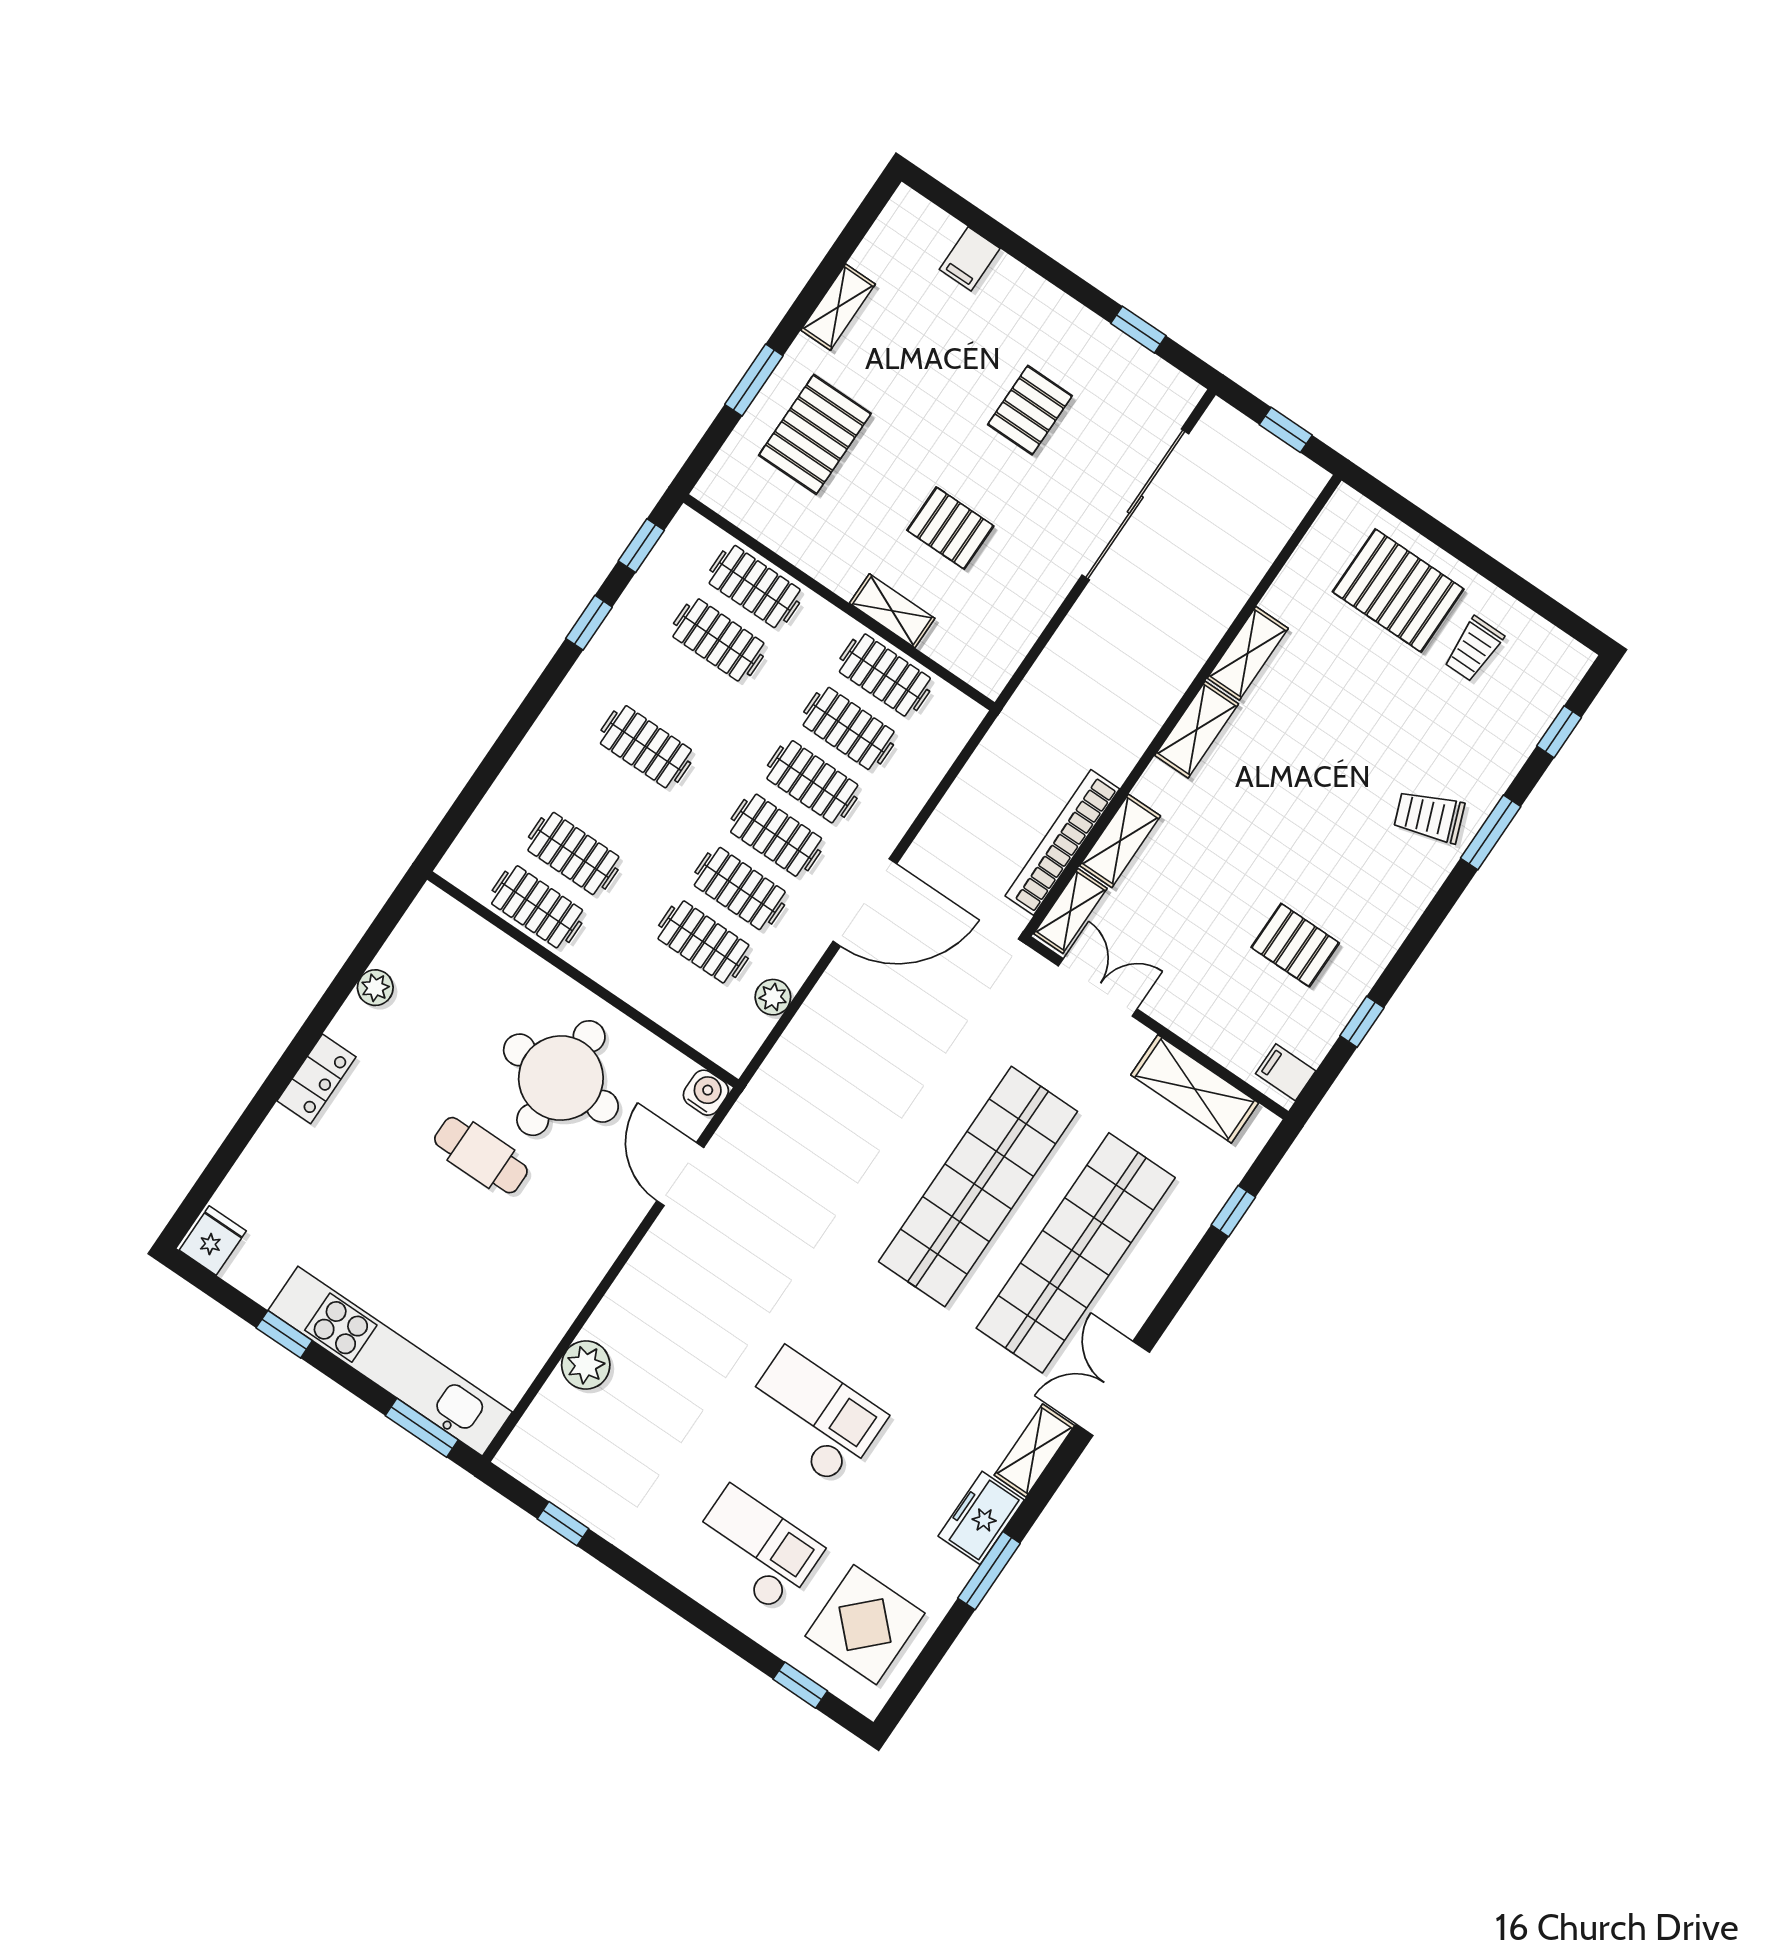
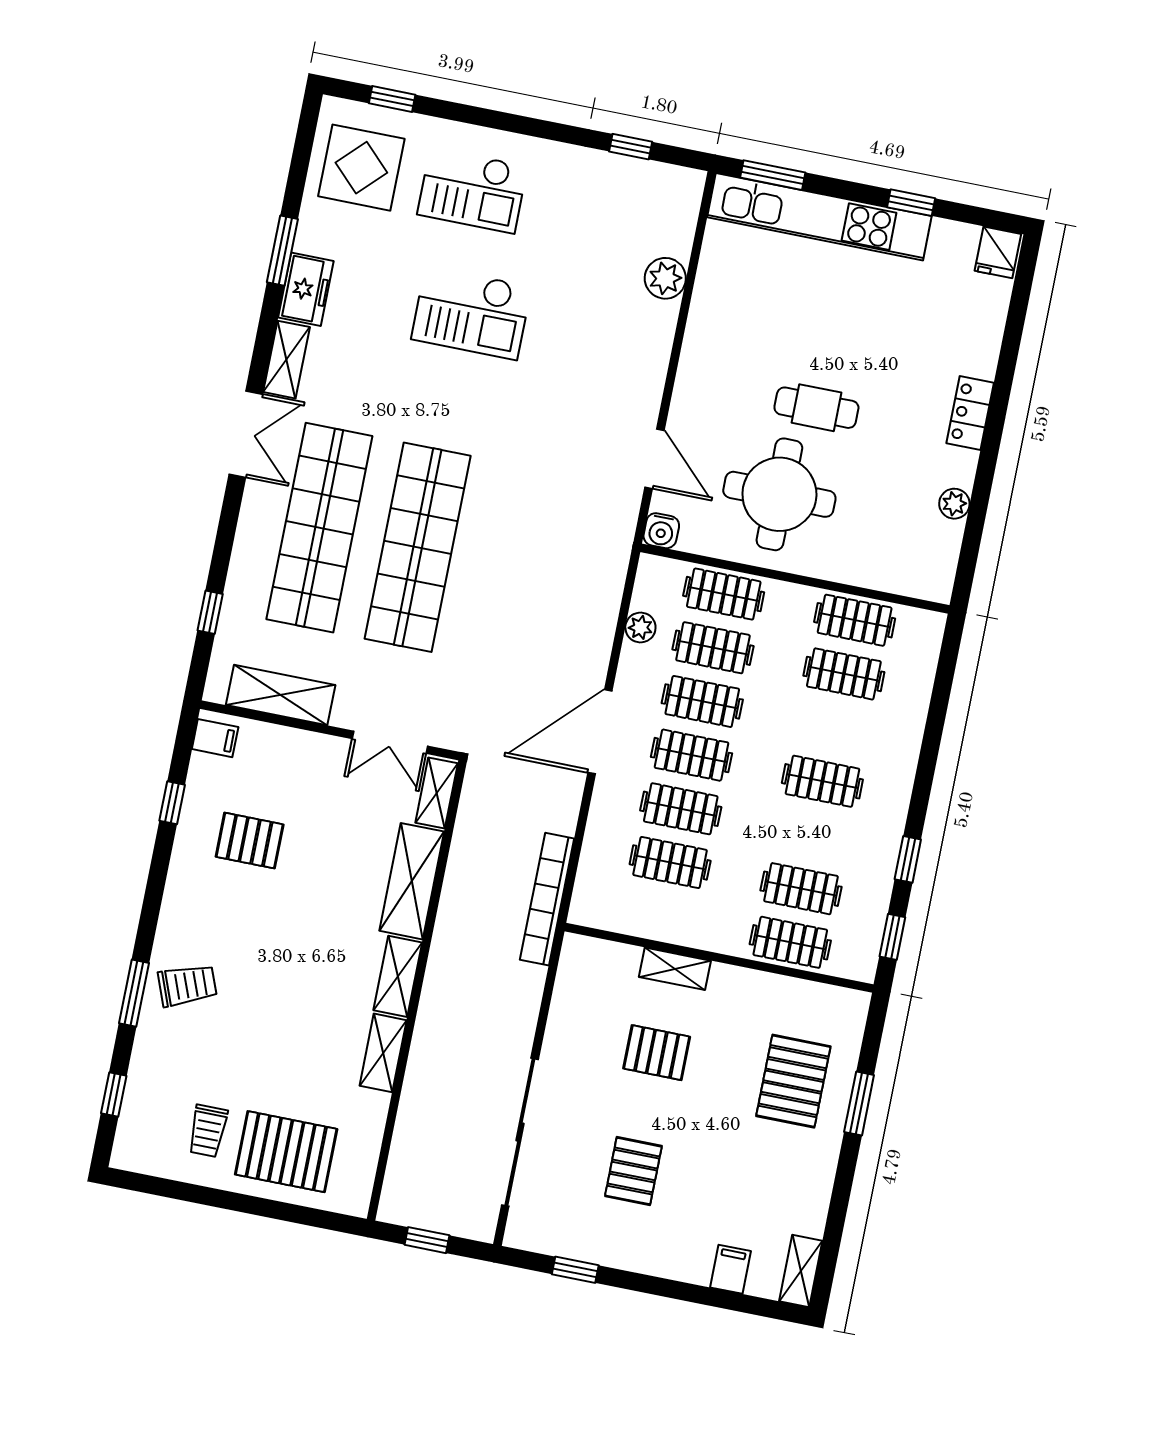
shelving: (838, 307) -> (801, 1271), moved
trolley: (1474, 649) -> (208, 1131), turned 180
clothes rail: (885, 675) -> (724, 594), moved
shelving: (1120, 841) -> (412, 881), width x1.50, depth x1.33
bookcase: (1062, 842) -> (547, 899), moved, turned 180

